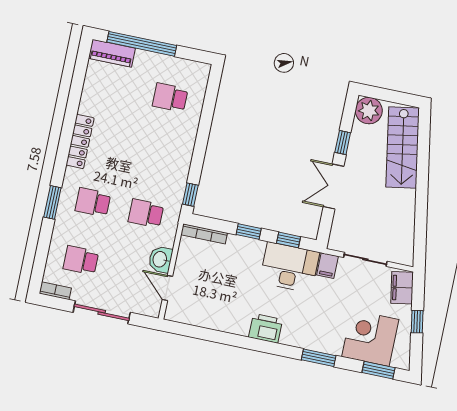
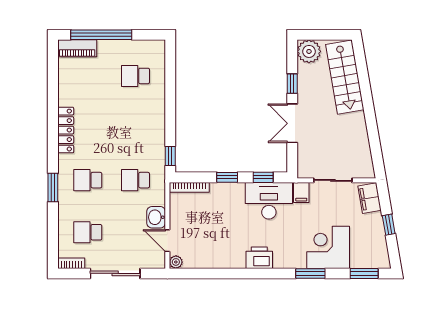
plant: (172, 314) -> (176, 262), added
corner desk: (370, 338) -> (328, 247), moved

